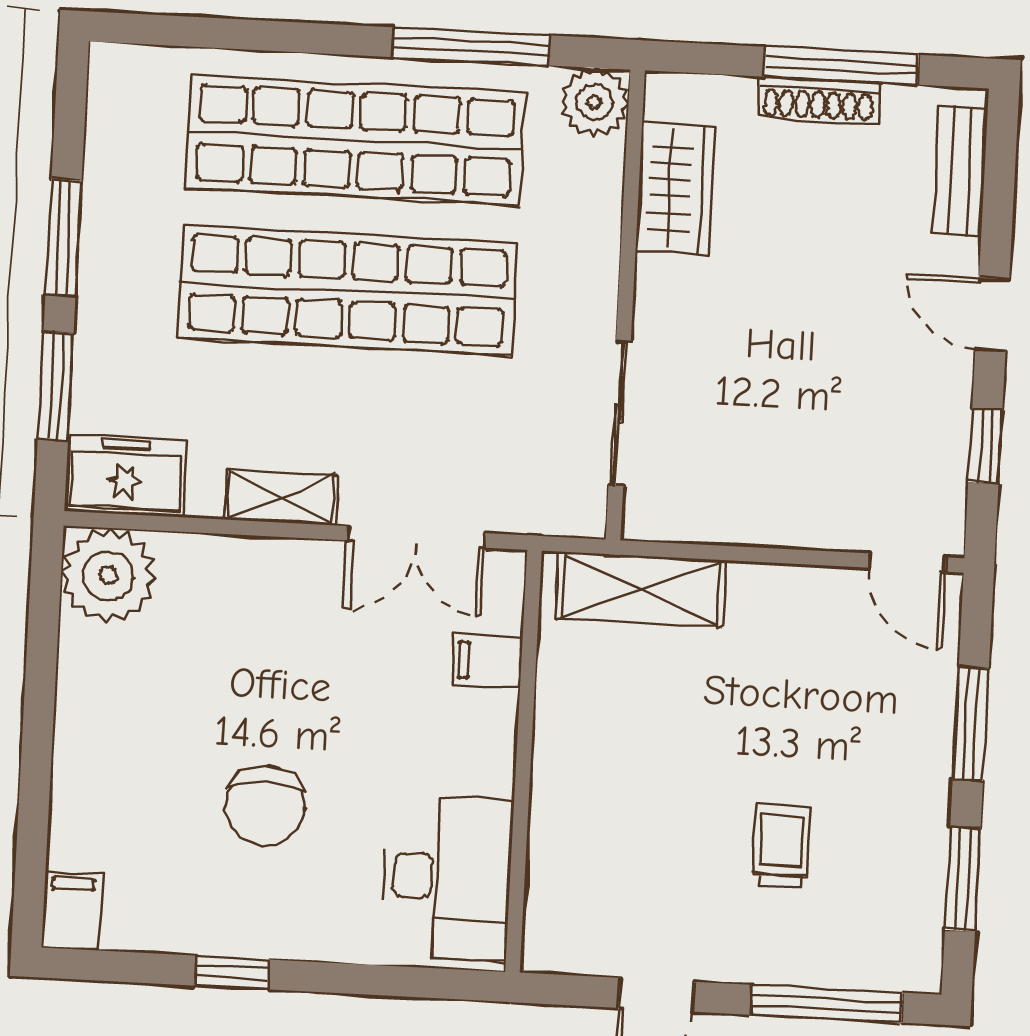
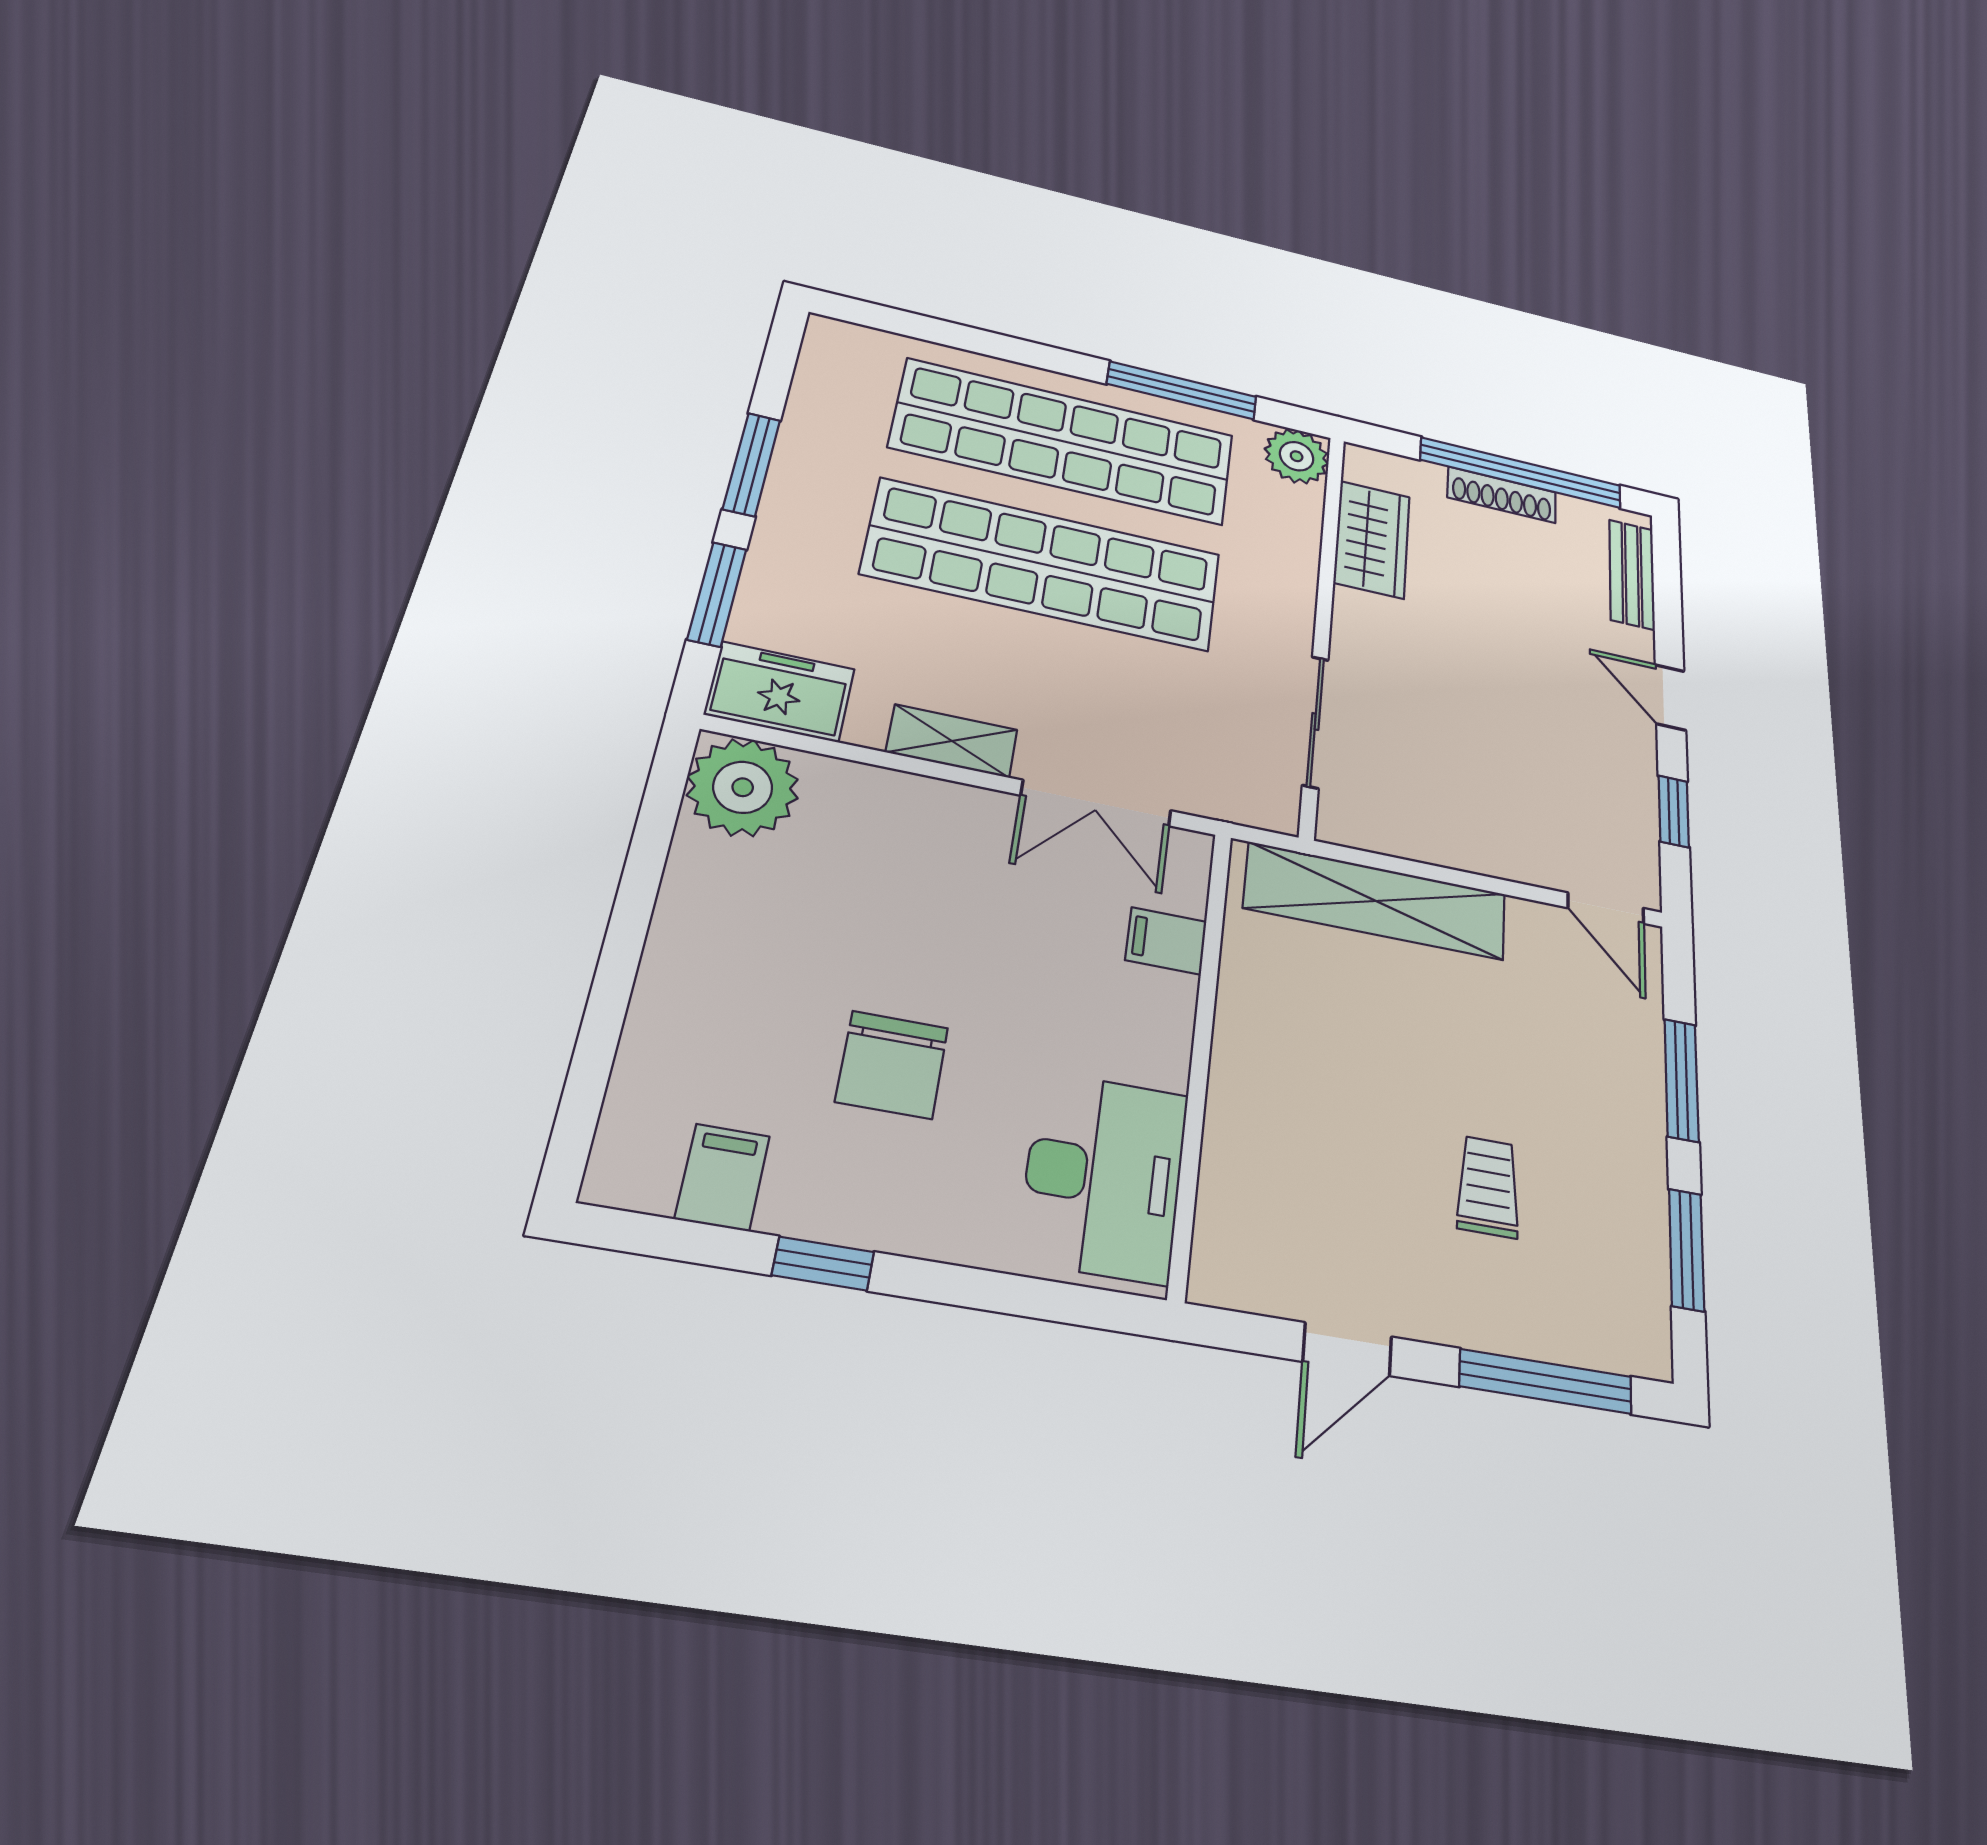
window: (841, 66) -> (1521, 473), width x1.46
shelving: (641, 590) -> (1376, 901), width x1.47
filing cabinet: (72, 911) -> (722, 1177), moved

